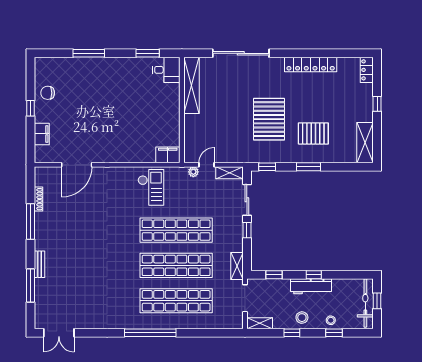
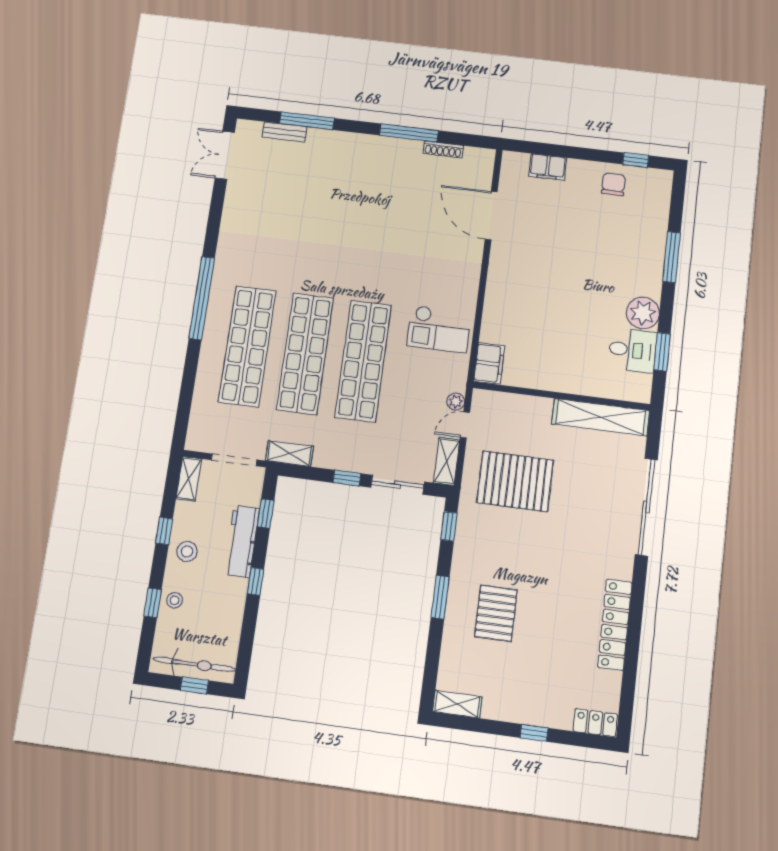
plant: (125, 67) -> (643, 313), added
desk: (166, 70) -> (633, 350), moved, turned -90
window: (31, 108) -> (636, 160), moved
pallet: (269, 119) -> (515, 481), moved
shelving: (365, 143) -> (457, 704), width x0.67, depth x0.75
door: (207, 165) -> (465, 425), swing flipped
bench: (39, 264) -> (285, 132), moved
workbench: (311, 286) -> (242, 541), moved

